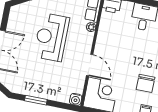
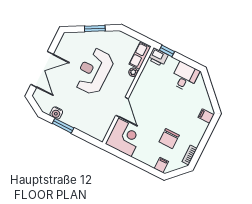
water cooler: (76, 99) -> (56, 113), moved

